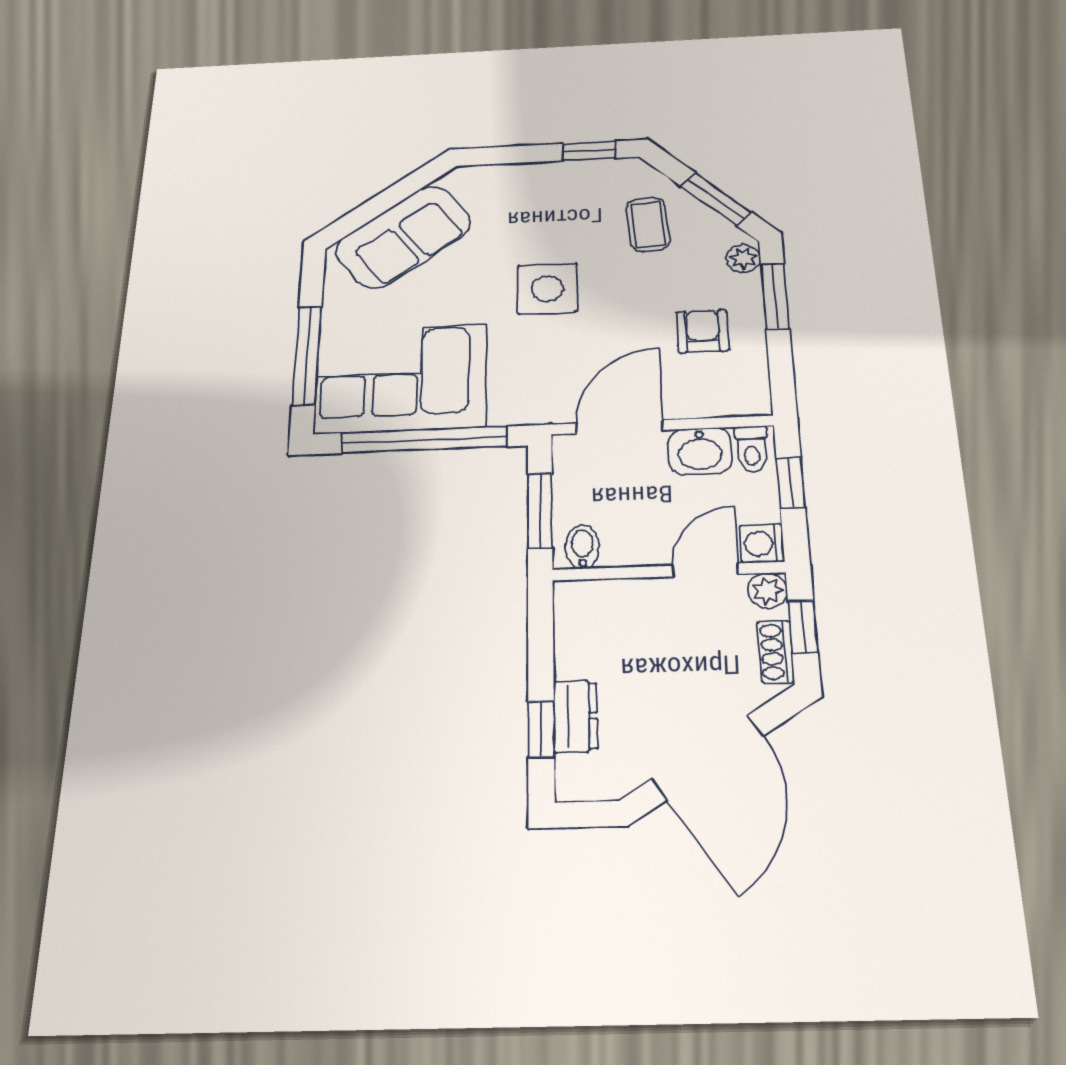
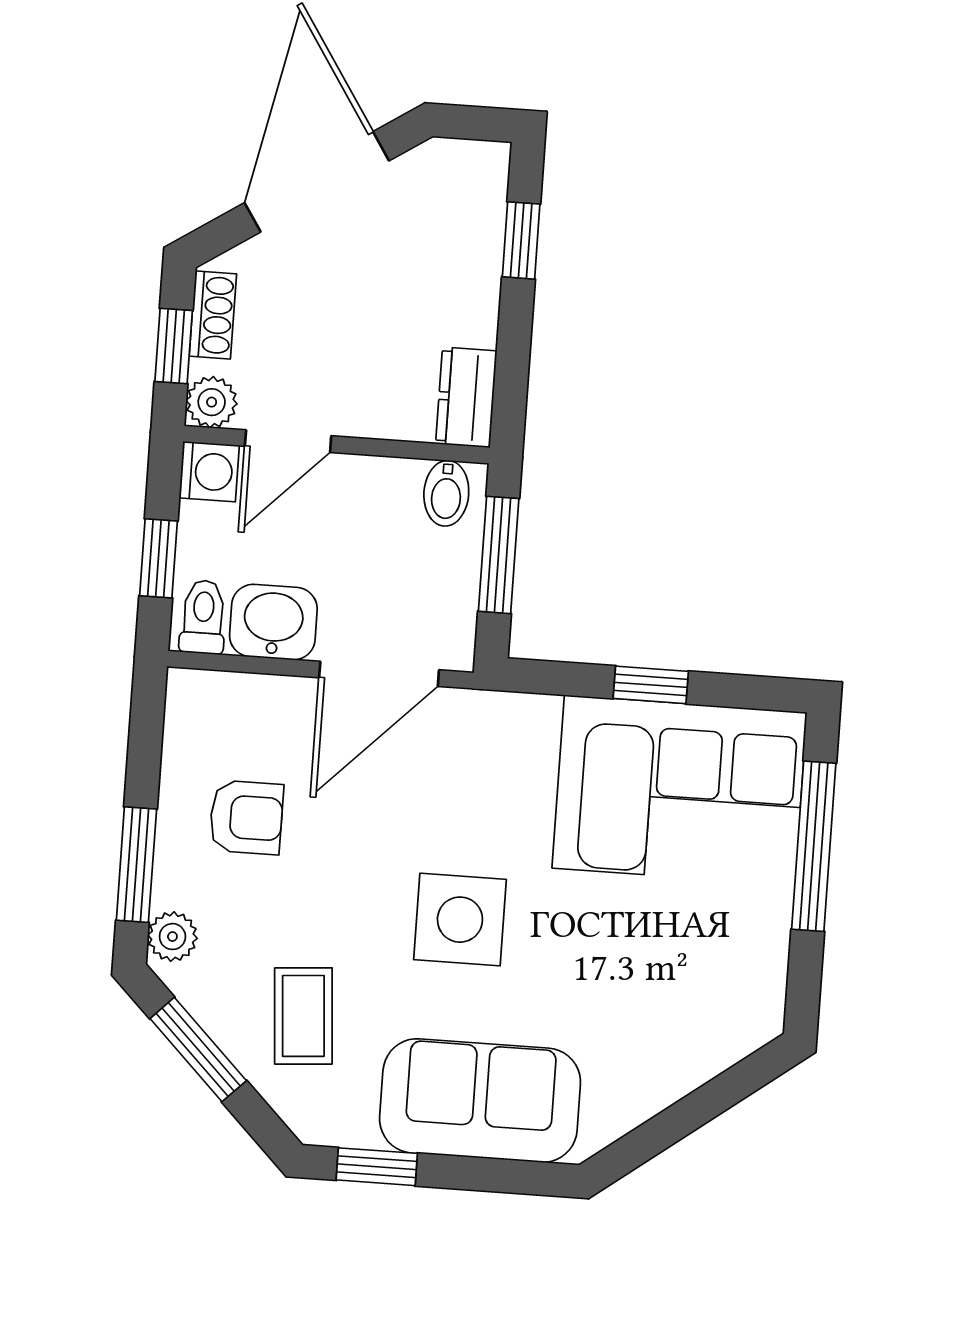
sofa: (403, 237) -> (480, 1101), moved, turned 37
armchair: (703, 331) -> (246, 817), turned -90
window: (424, 440) -> (651, 685), width x0.32
dresser: (575, 716) -> (466, 397), moved

